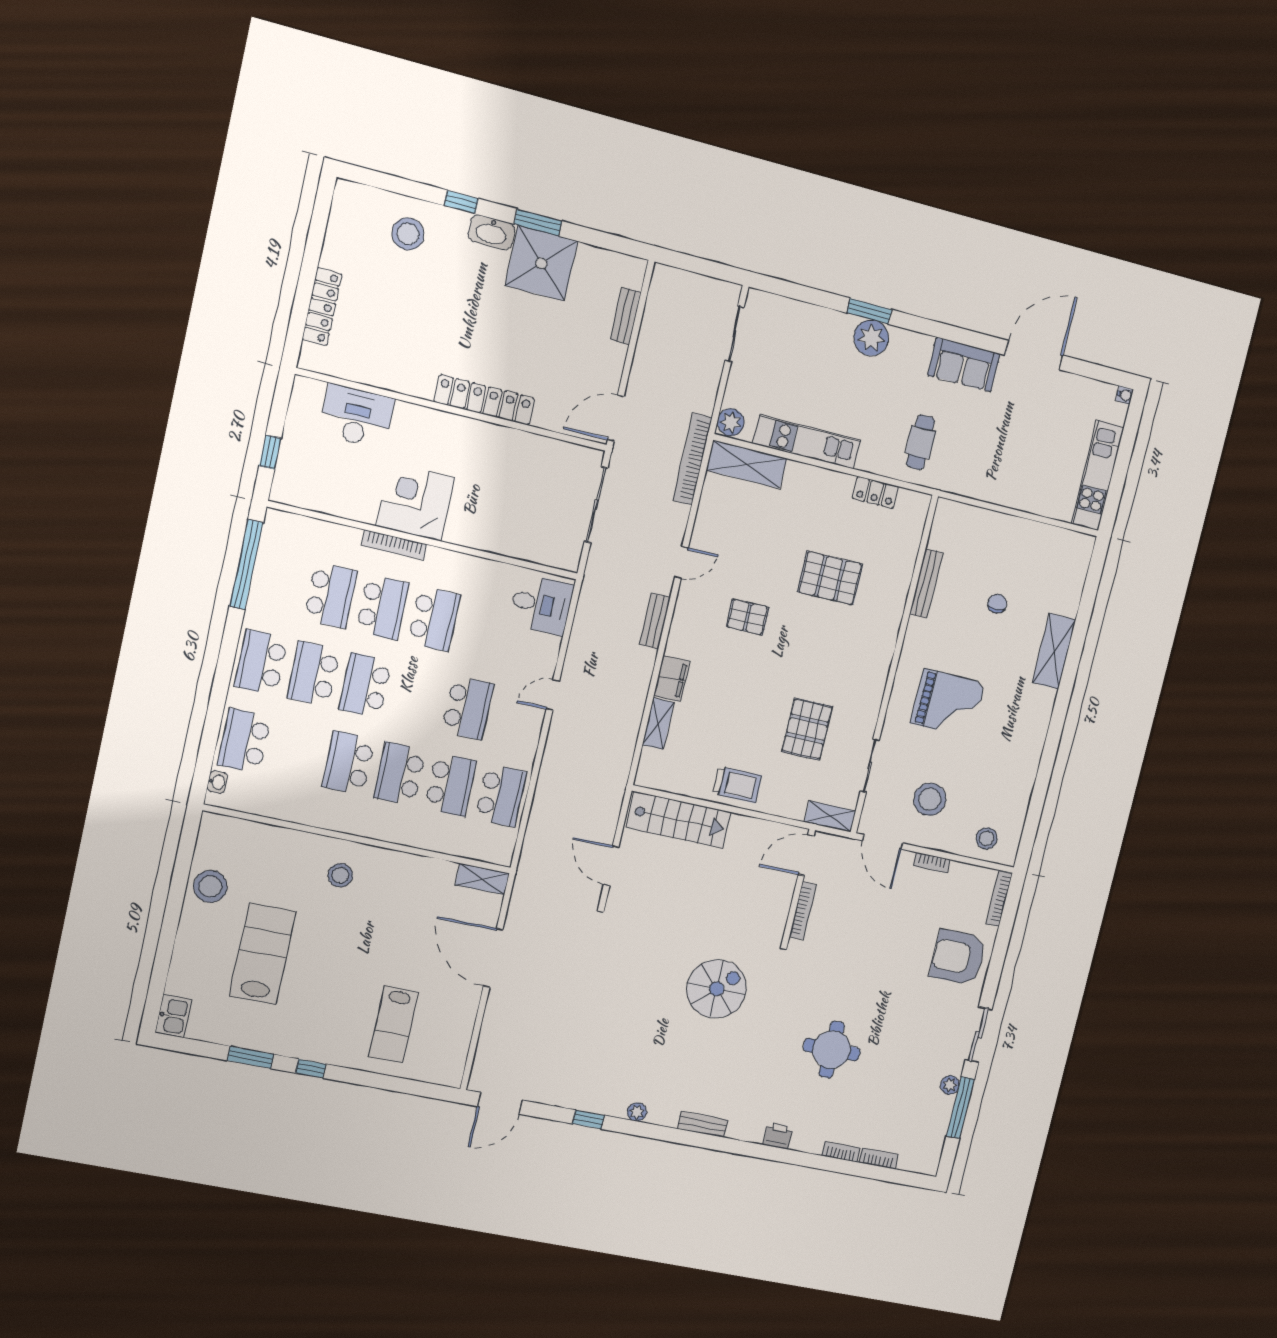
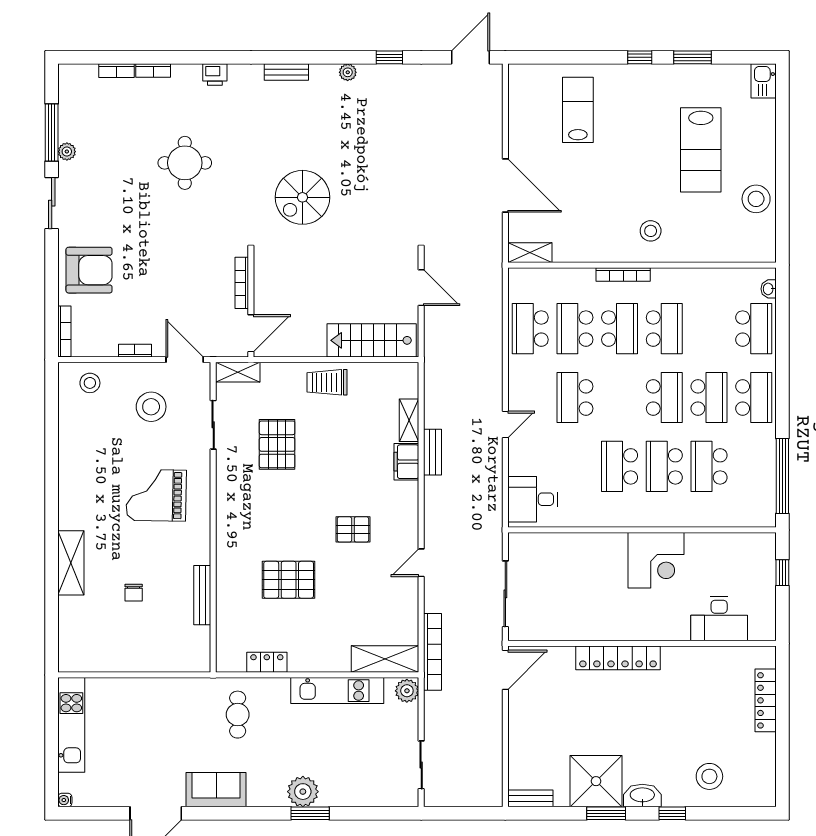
bench: (626, 316) -> (530, 798), moved, turned 90
bookcase: (394, 545) -> (623, 274), moved, turned 180
bench: (655, 621) -> (433, 452), moved

